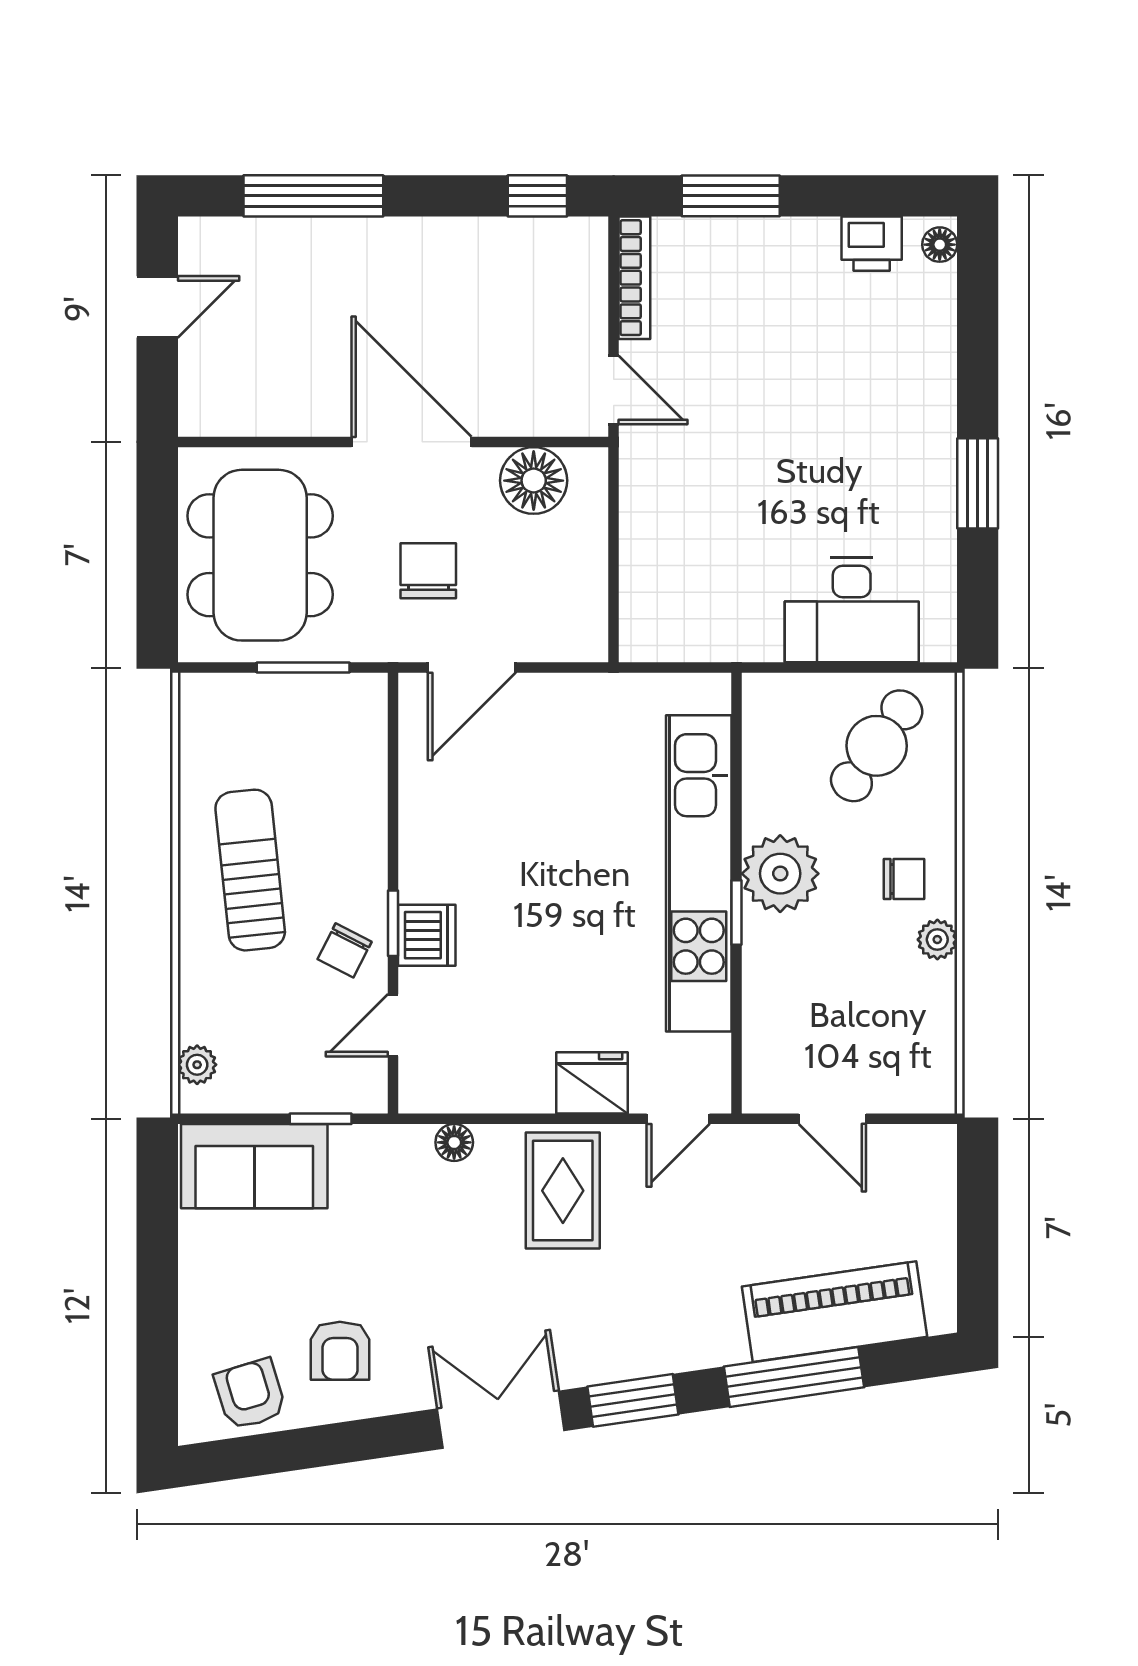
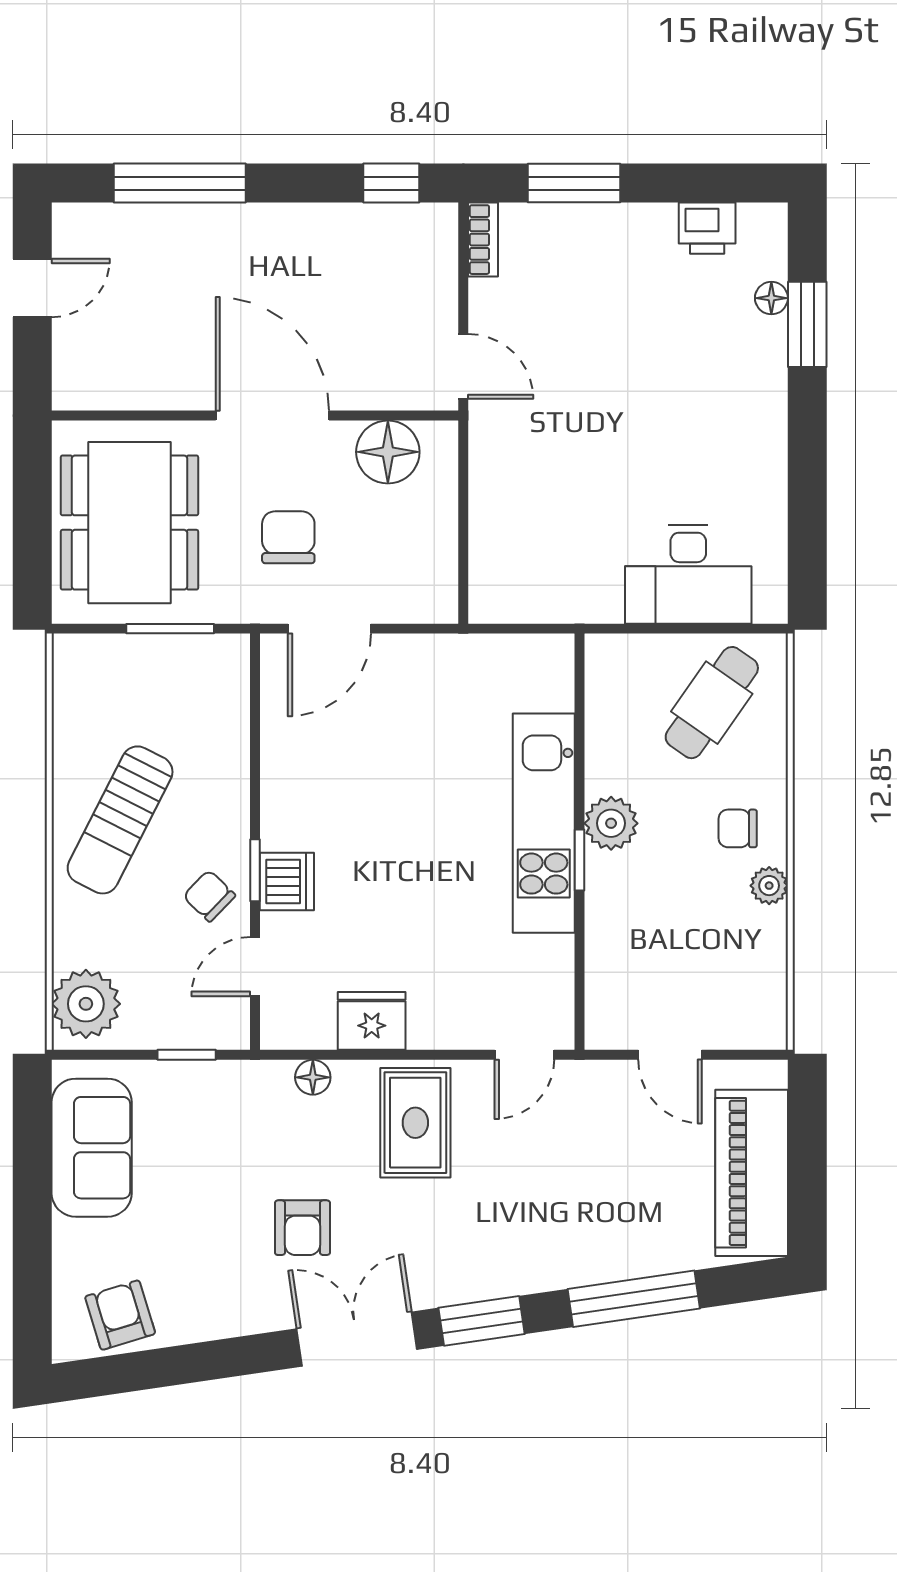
floor lamp: (940, 245) -> (771, 298), moved
bookcase: (634, 278) -> (483, 240), width x0.64
window: (978, 483) -> (807, 324), moved
sun lounger: (250, 870) -> (120, 820), turned -147
kitchen unit: (699, 873) -> (544, 823), width x0.73
plant: (780, 874) -> (611, 823), width x0.73, depth x0.73
chair: (904, 879) -> (738, 828), turned 180
chair: (345, 950) -> (209, 896), turned 107
plant: (197, 1065) -> (86, 1004), width x1.87, depth x1.87
fridge: (592, 1083) -> (372, 1021), moved
sofa: (254, 1166) -> (92, 1148), moved, turned -90
piano: (835, 1312) -> (752, 1173), moved, turned -82
armchair: (340, 1351) -> (302, 1228), moved

